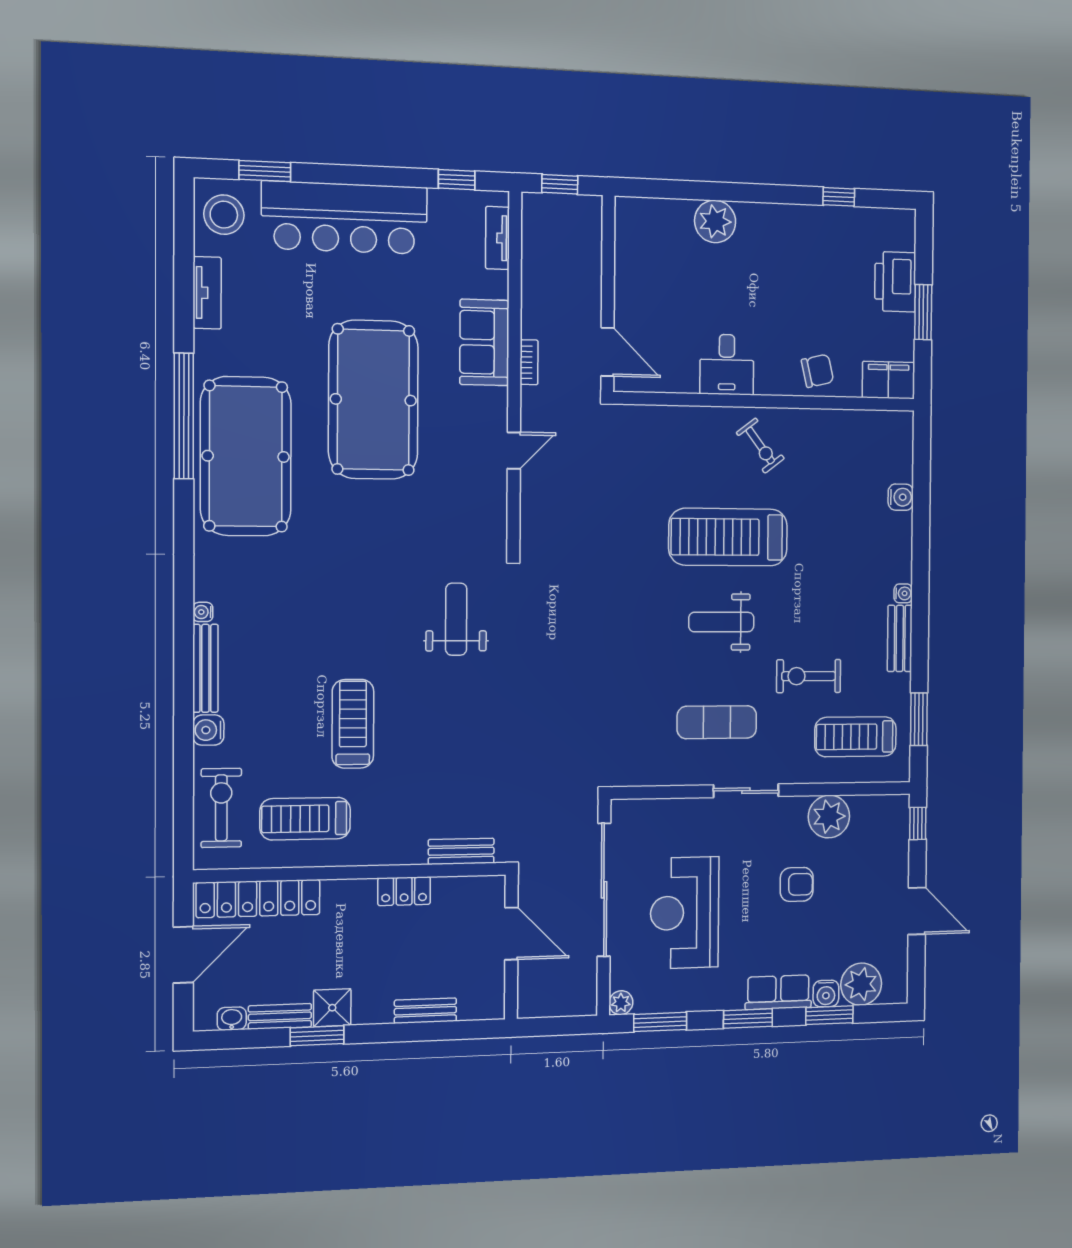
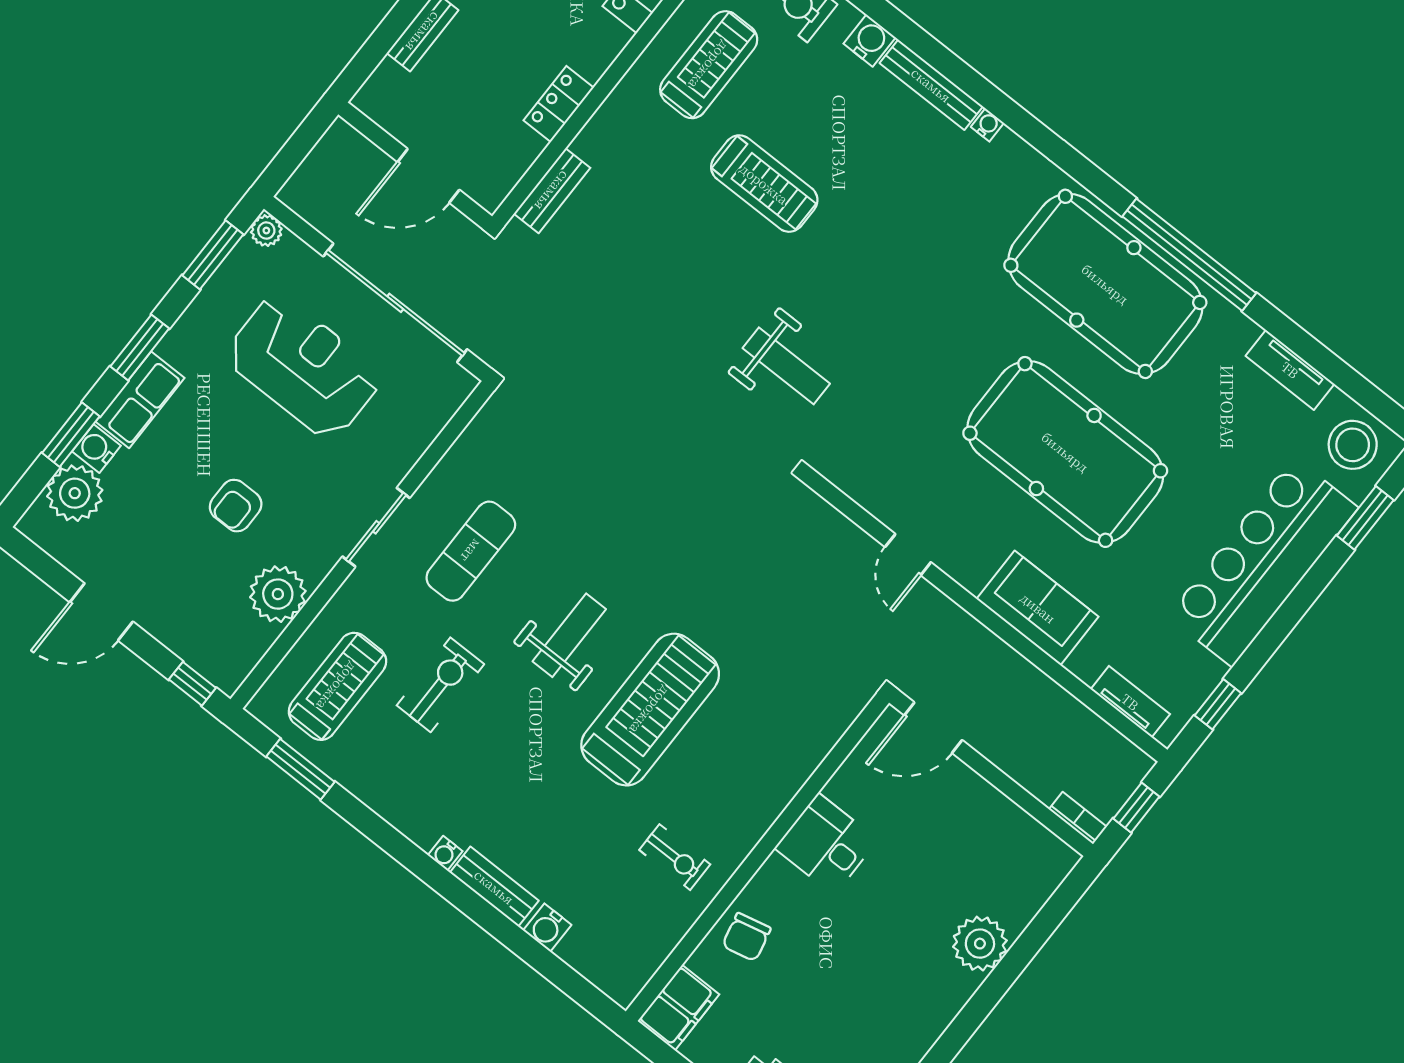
bookcase: (529, 362) -> (1078, 818), moved, turned 180
exercise bike: (760, 446) -> (675, 857), moved, turned -143
bench: (900, 638) -> (494, 887), moved

